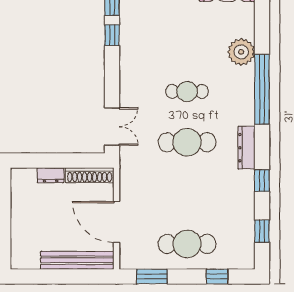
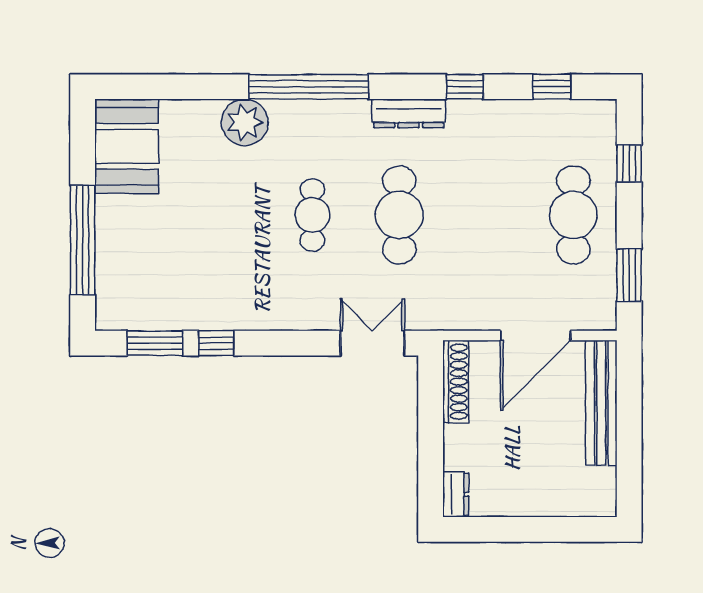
dresser: (51, 175) -> (456, 494), moved

